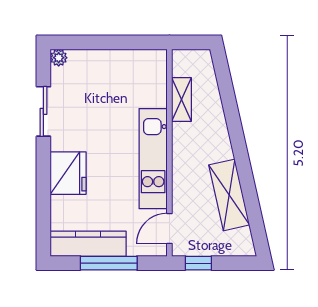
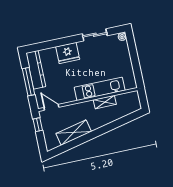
shelving: (182, 99) -> (105, 102), moved
kitchen unit: (153, 159) -> (100, 89), moved

